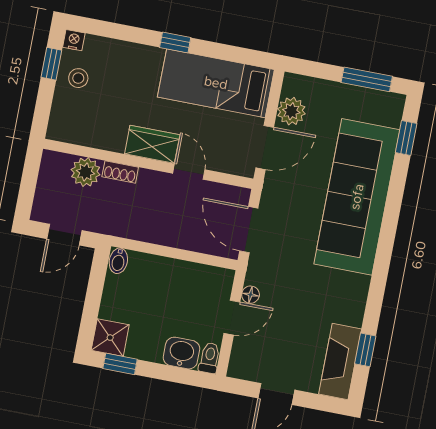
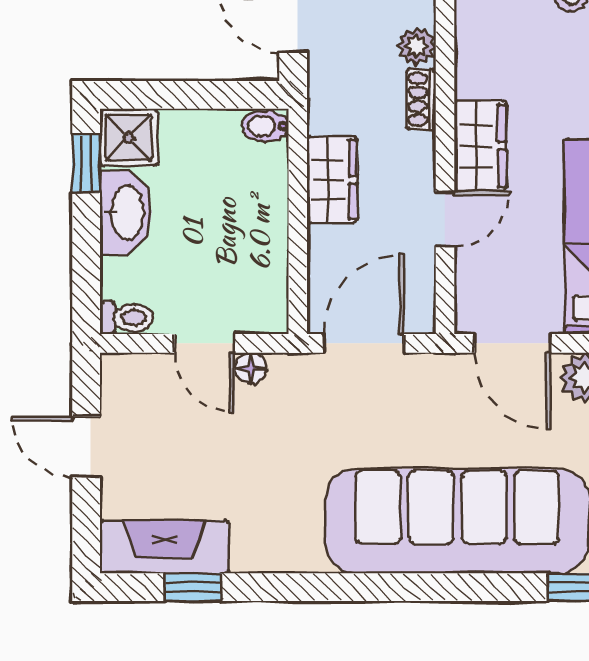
plant: (86, 172) -> (417, 46), width x0.73, depth x0.73
wardrobe: (155, 230) -> (332, 180), added
washbasin: (181, 353) -> (126, 212), moved, width x1.38

